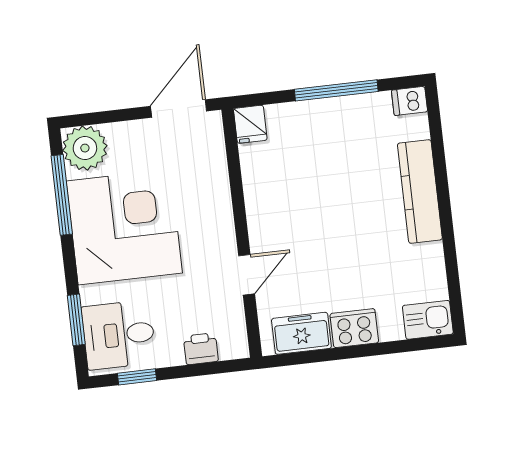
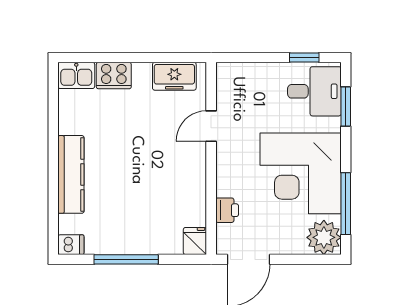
cooker: (354, 328) -> (114, 76), moved
printer: (201, 349) -> (227, 210), moved, turned -90

